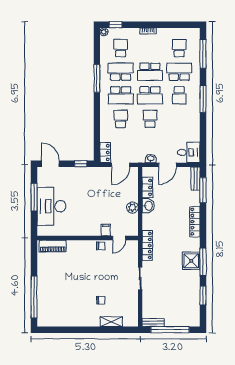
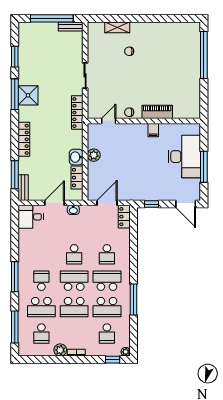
plant: (162, 33) -> (60, 350), added
school desk: (150, 72) -> (74, 307), turned 180
filing cabinet: (106, 230) -> (153, 130), moved
piano: (53, 246) -> (157, 112), moved

